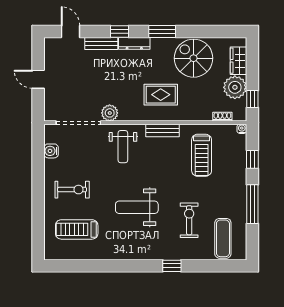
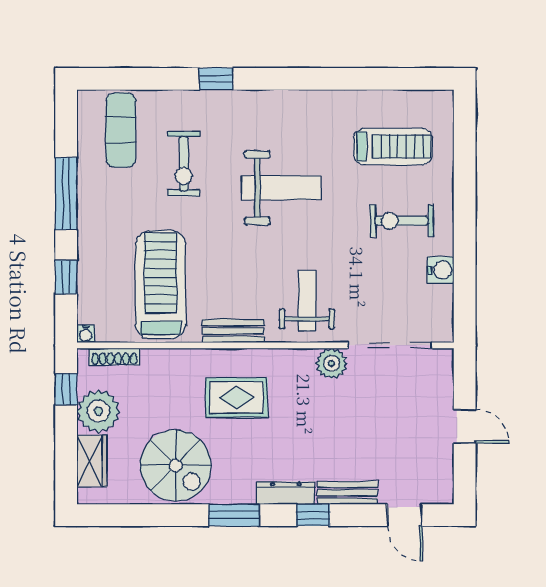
shoe rack: (222, 117) -> (114, 357), width x1.43
water cooler: (51, 151) -> (441, 270), moved
treadmill: (202, 155) -> (161, 285), width x1.37, depth x1.38

